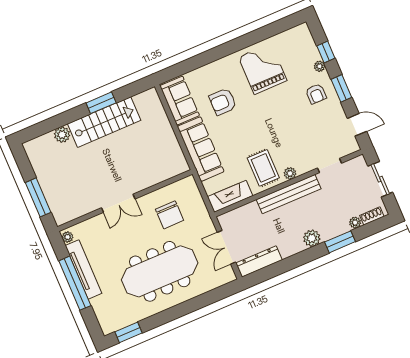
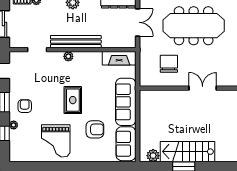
plant: (62, 135) -> (153, 156), moved
rug: (263, 168) -> (73, 100), moved

